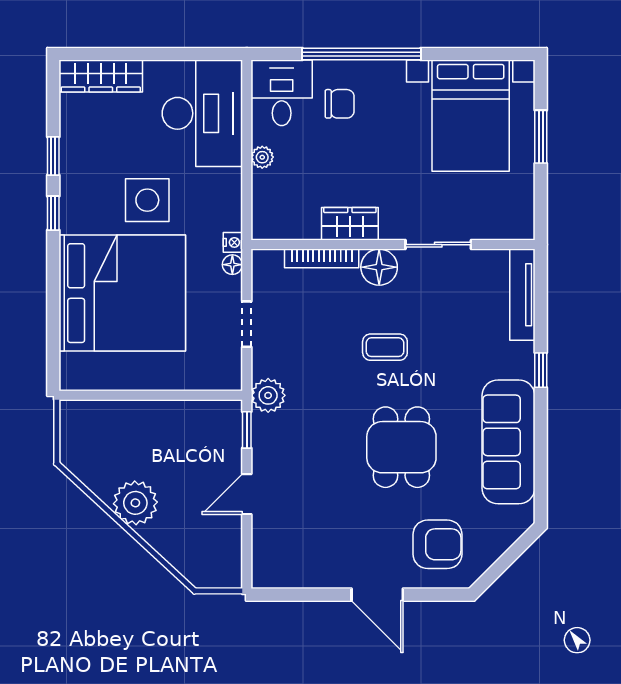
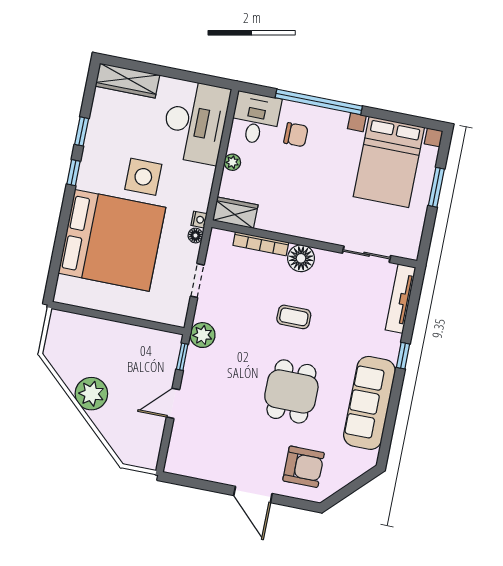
wardrobe: (350, 224) -> (235, 213), moved
sliding door: (438, 245) -> (367, 254), moved

